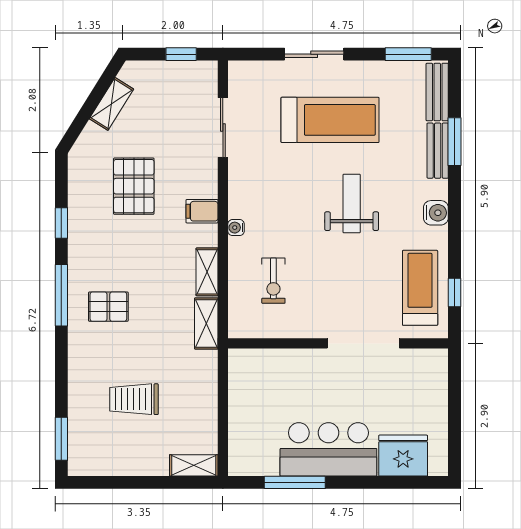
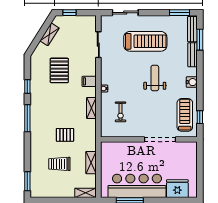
window: (181, 54) -> (70, 13), moved
sliding door: (314, 54) -> (125, 13), moved
window: (454, 142) -> (200, 40), moved
pallet: (108, 307) -> (65, 135), moved
shelving: (206, 324) -> (91, 163), moved
bar counter: (328, 449) -> (137, 186), width x1.36

